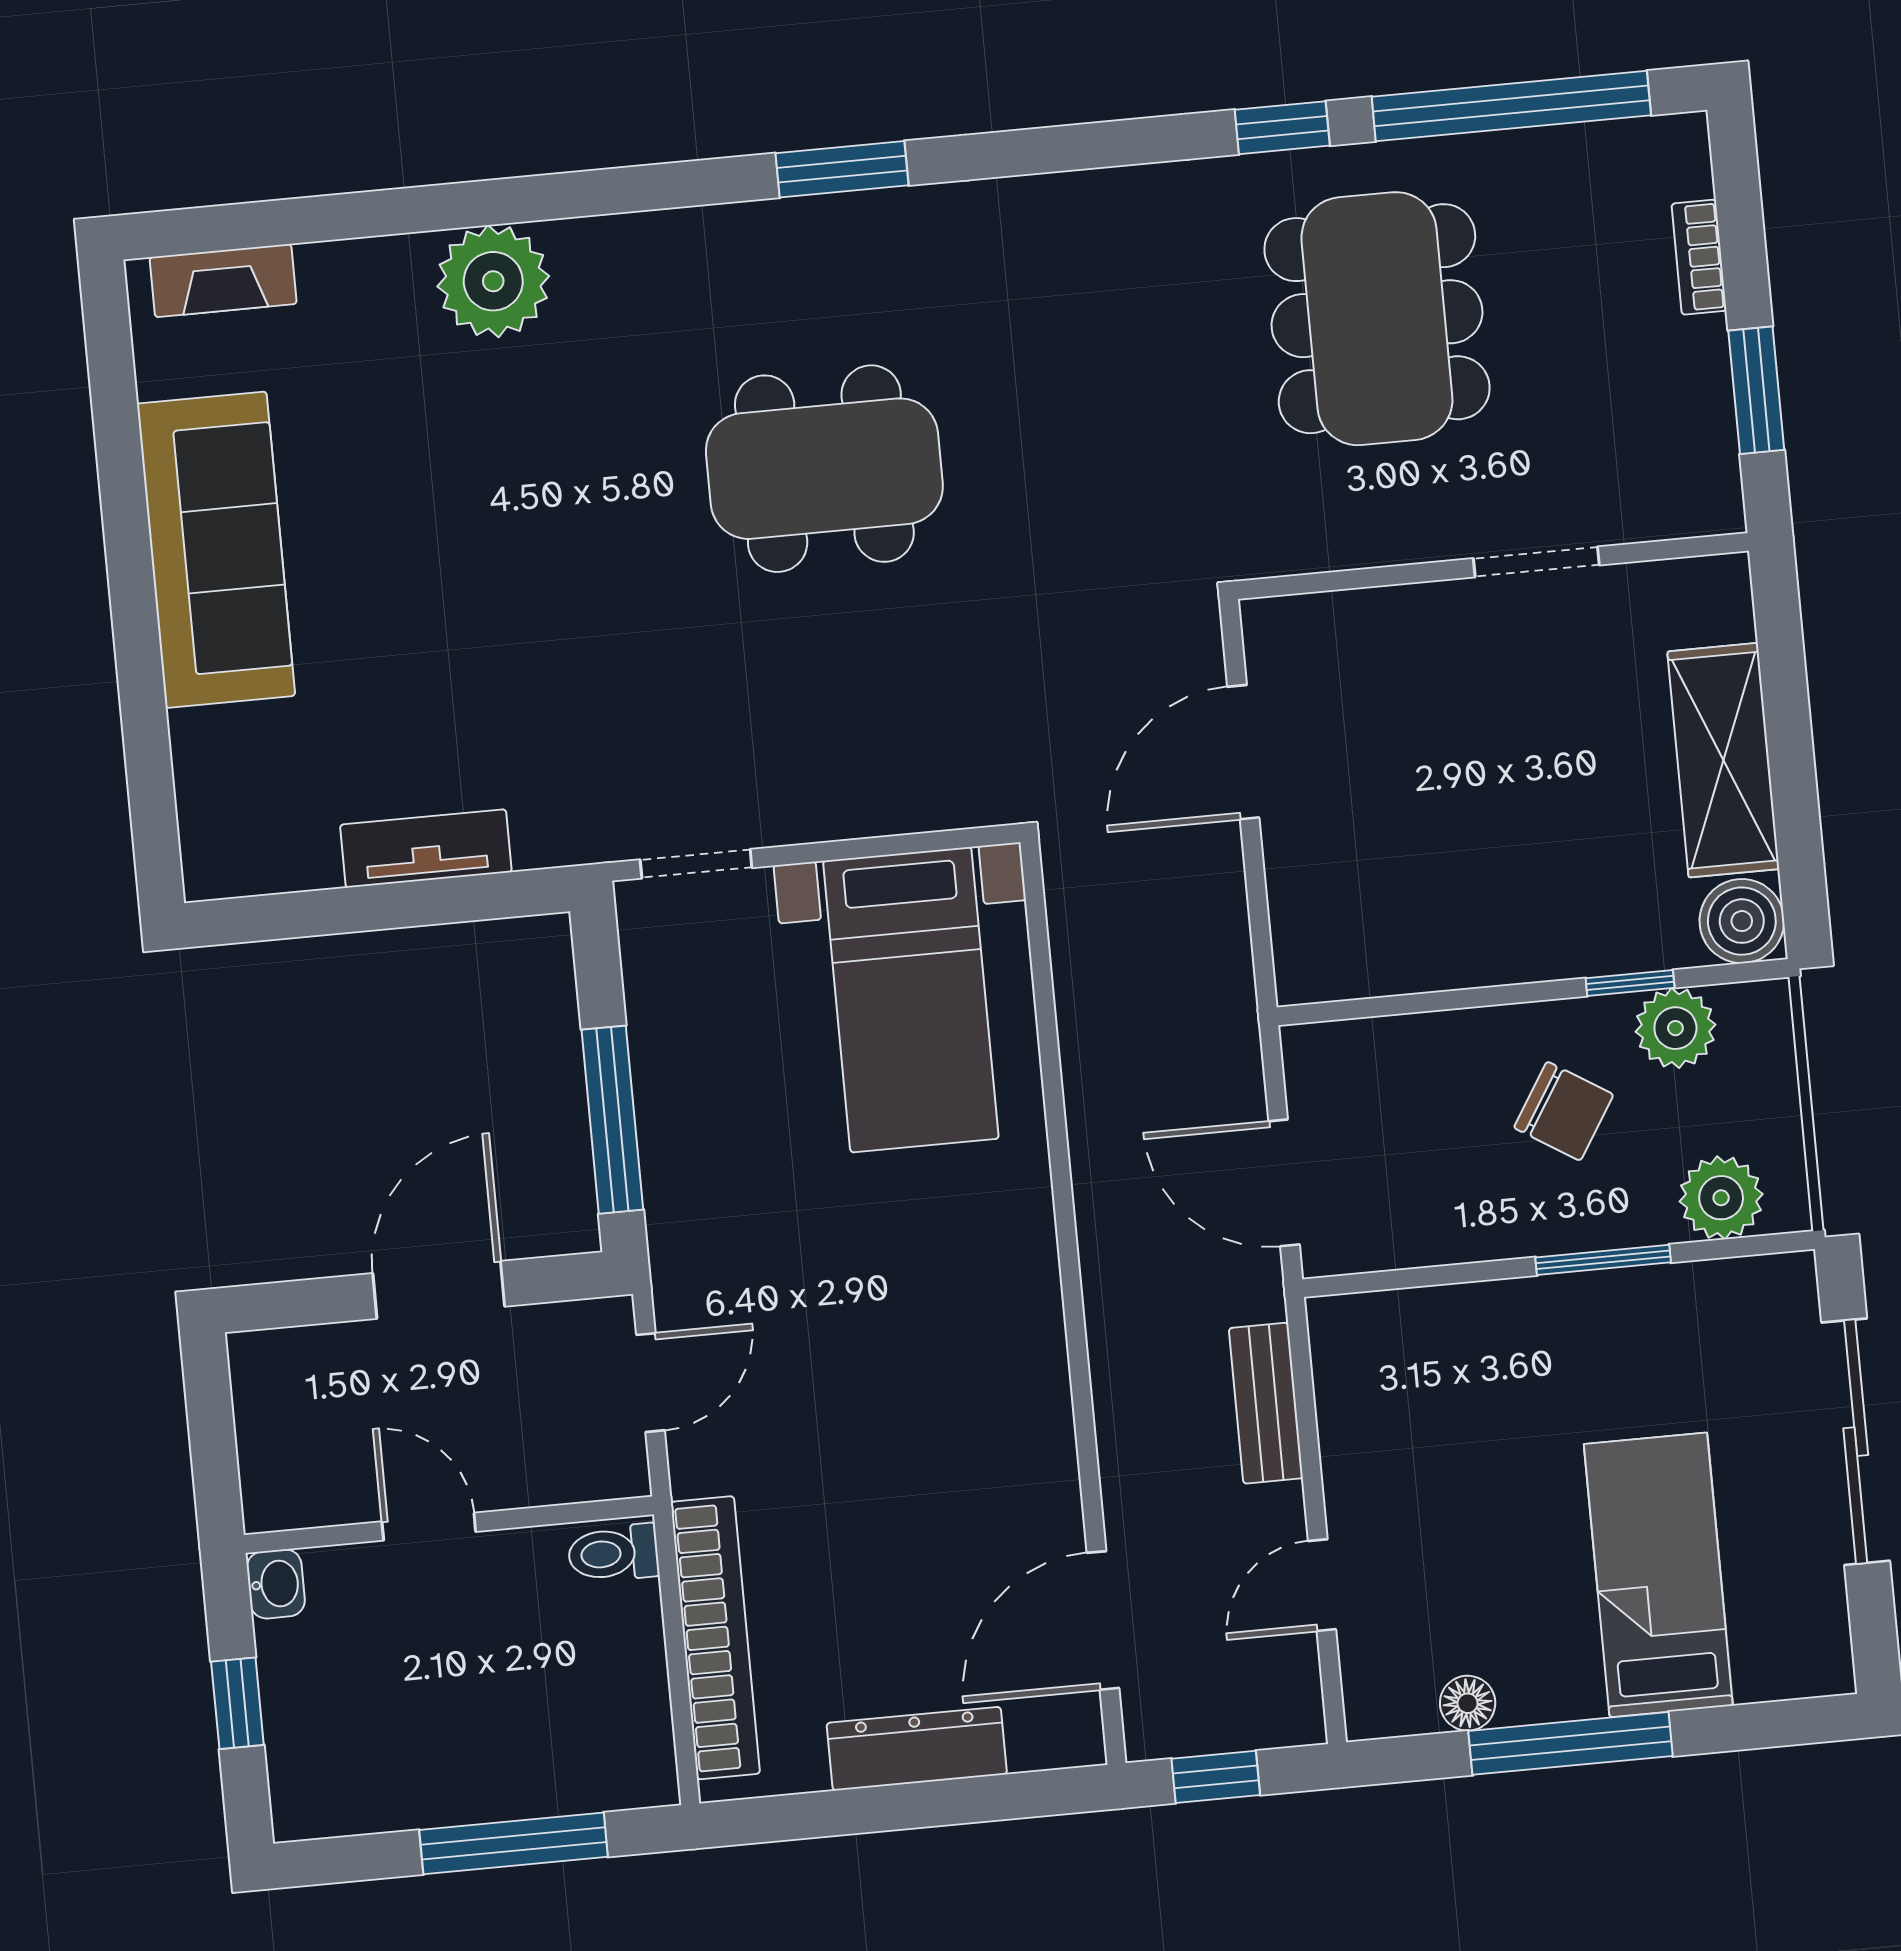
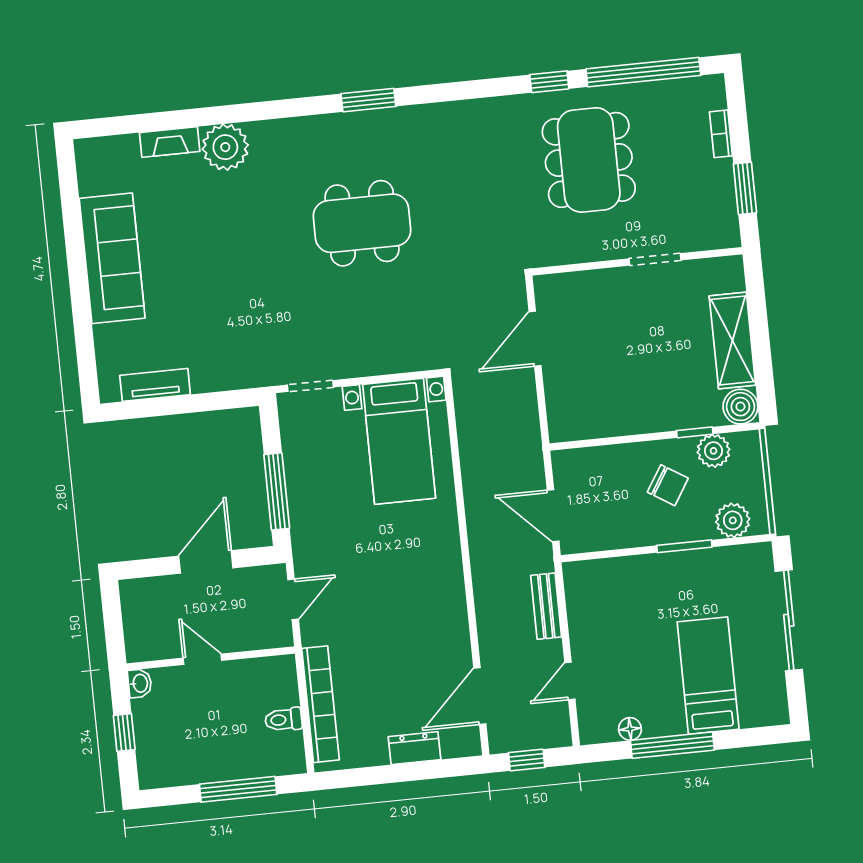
fireplace: (223, 281) -> (170, 142), moved
tv unit: (426, 848) -> (155, 385), moved
toilet: (613, 1553) -> (283, 720), moved
dresser: (917, 1749) -> (415, 748), width x0.70

